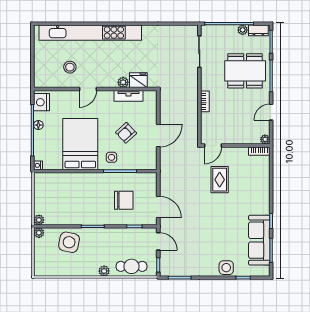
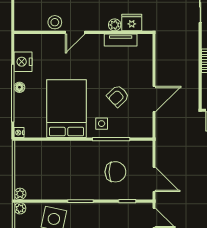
fridge: (138, 80) -> (132, 22), moved
plant: (123, 82) -> (115, 25), moved
door: (88, 89) -> (75, 32), moved
wall: (95, 89) -> (83, 32), moved
tv unit: (129, 96) -> (121, 40), moved

